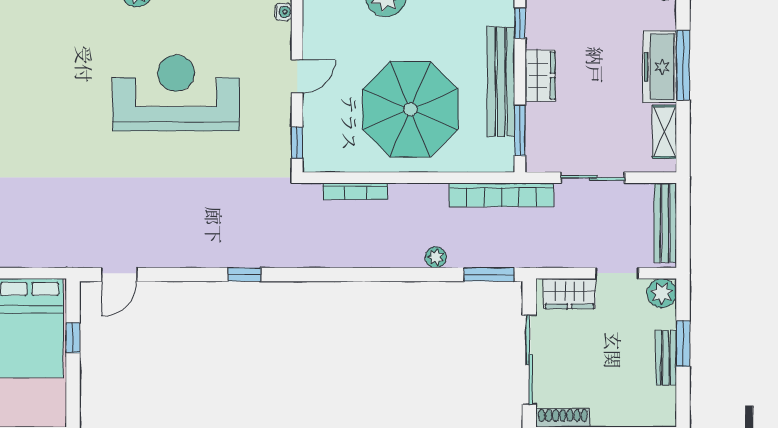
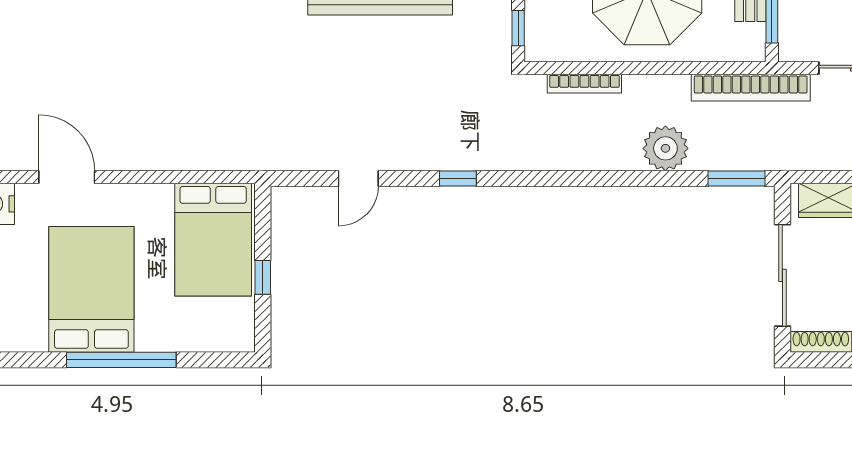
plant: (436, 257) -> (665, 148), width x1.87, depth x1.87
door: (119, 275) -> (358, 178), moved
window: (73, 338) -> (263, 277), moved

